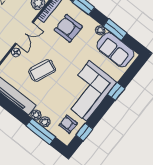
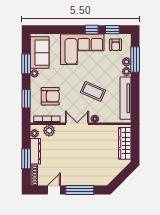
armchair: (68, 28) -> (50, 96), turned -90
window: (116, 91) -> (92, 30), moved

